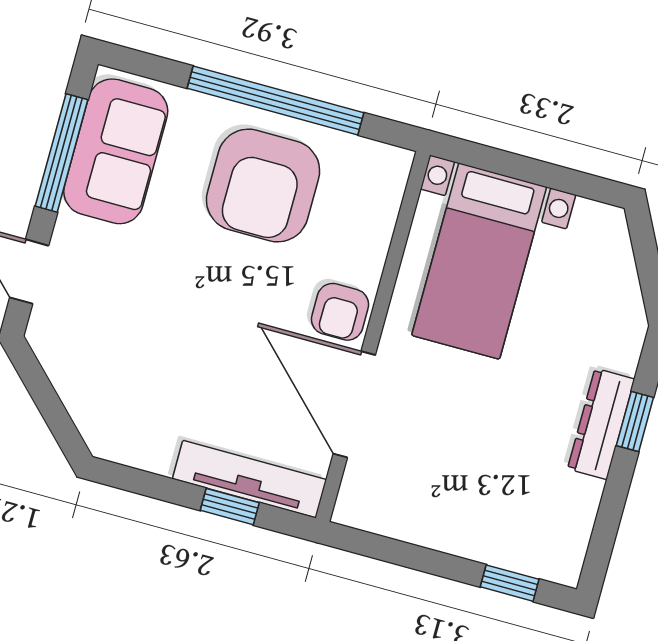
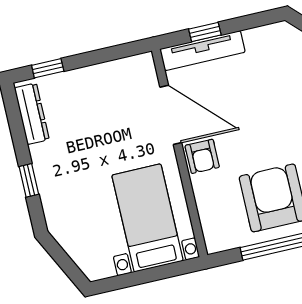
armchair: (340, 312) -> (202, 156), turned 180
dresser: (601, 424) -> (32, 114), moved

